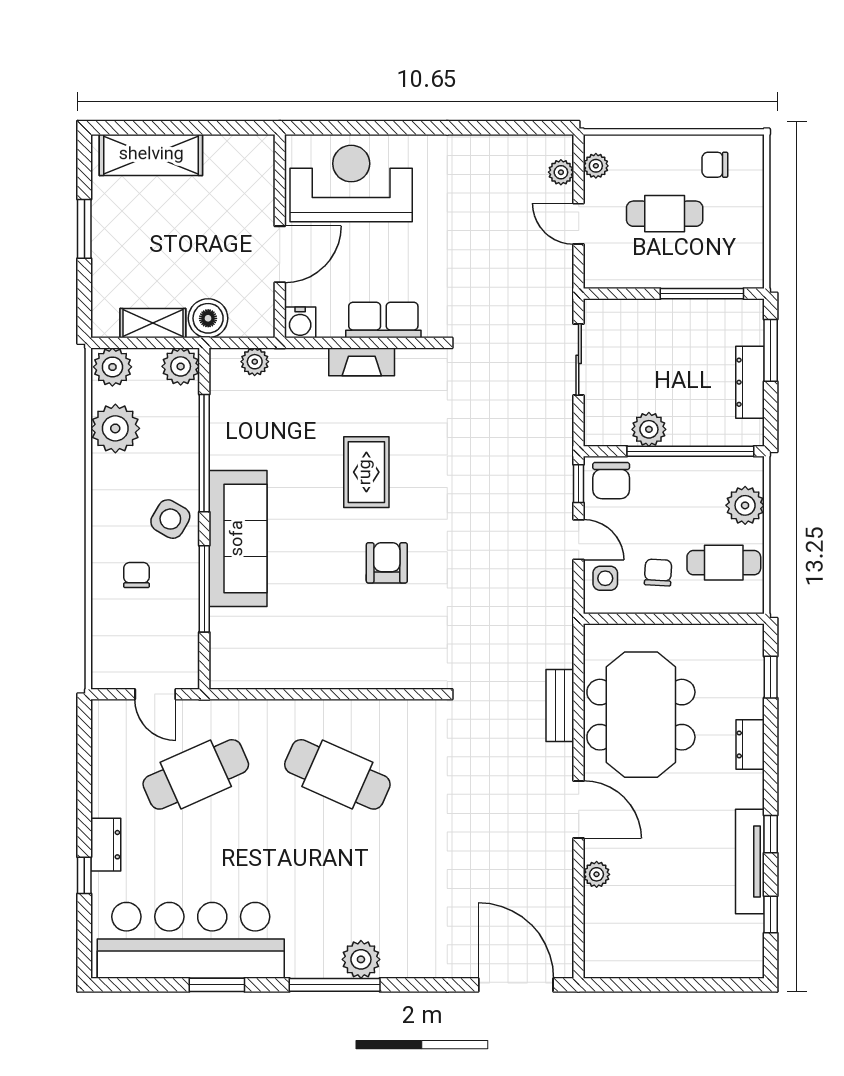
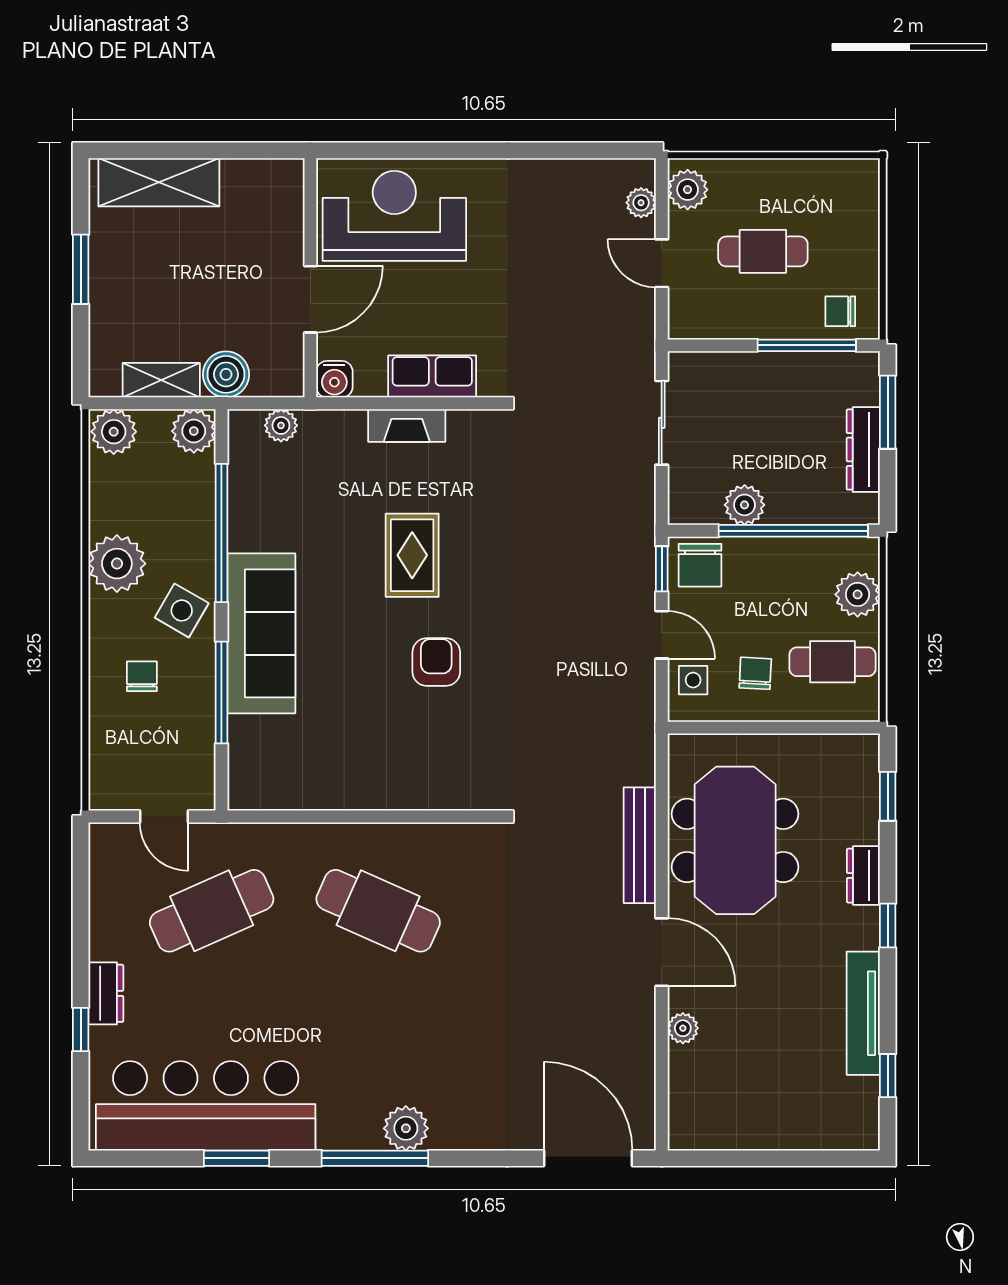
chair: (715, 165) -> (840, 311), moved
plant: (596, 166) -> (688, 190), width x1.38, depth x1.38
plant: (115, 428) -> (117, 564), moved
bench: (560, 705) -> (640, 845), width x1.36
window: (771, 834) -> (888, 925), moved

